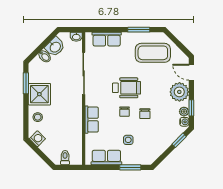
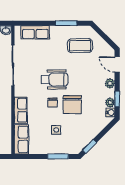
coffee table: (153, 53) -> (80, 46), width x0.73, depth x0.76
plant: (179, 92) -> (110, 83), width x0.53, depth x0.53
chair: (145, 114) -> (72, 105), width x1.87, depth x1.87
window: (179, 140) -> (89, 146), moved
row of seats: (106, 157) -> (21, 139), moved, turned 90

